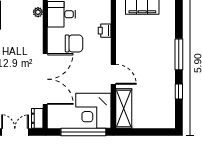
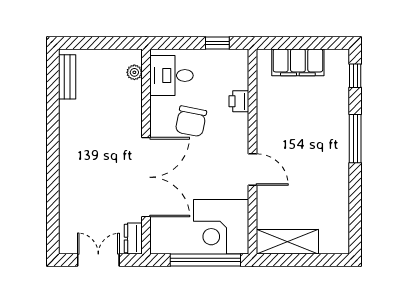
chair: (74, 43) -> (191, 121), turned 101
window: (179, 92) -> (355, 76), moved
shelving: (124, 108) -> (287, 242), moved, turned 90

